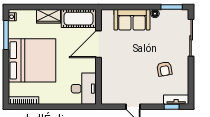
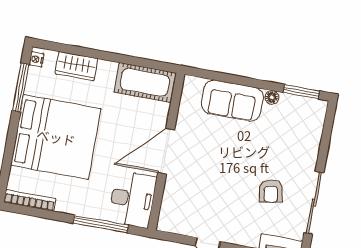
wardrobe: (49, 16) -> (76, 66), moved
sliding door: (191, 38) -> (314, 203), moved
door: (99, 44) -> (166, 151), moved
window: (68, 107) -> (101, 224), added

